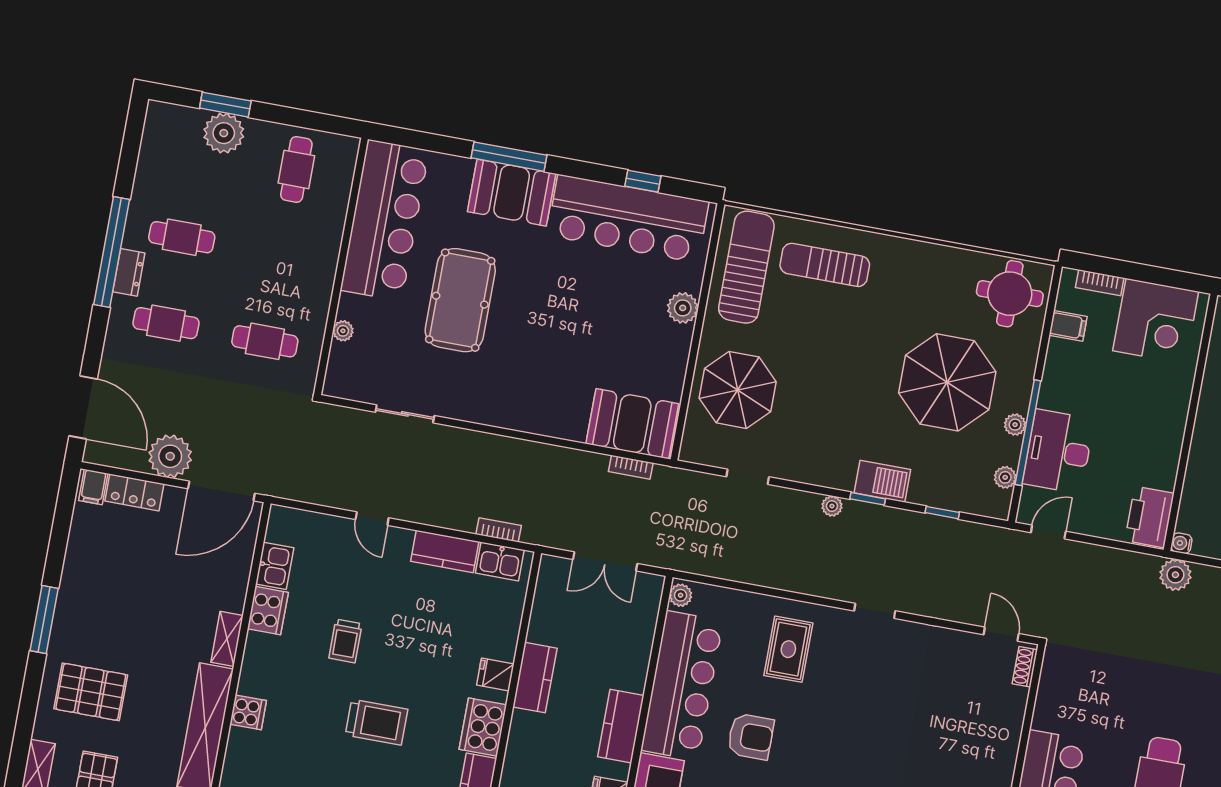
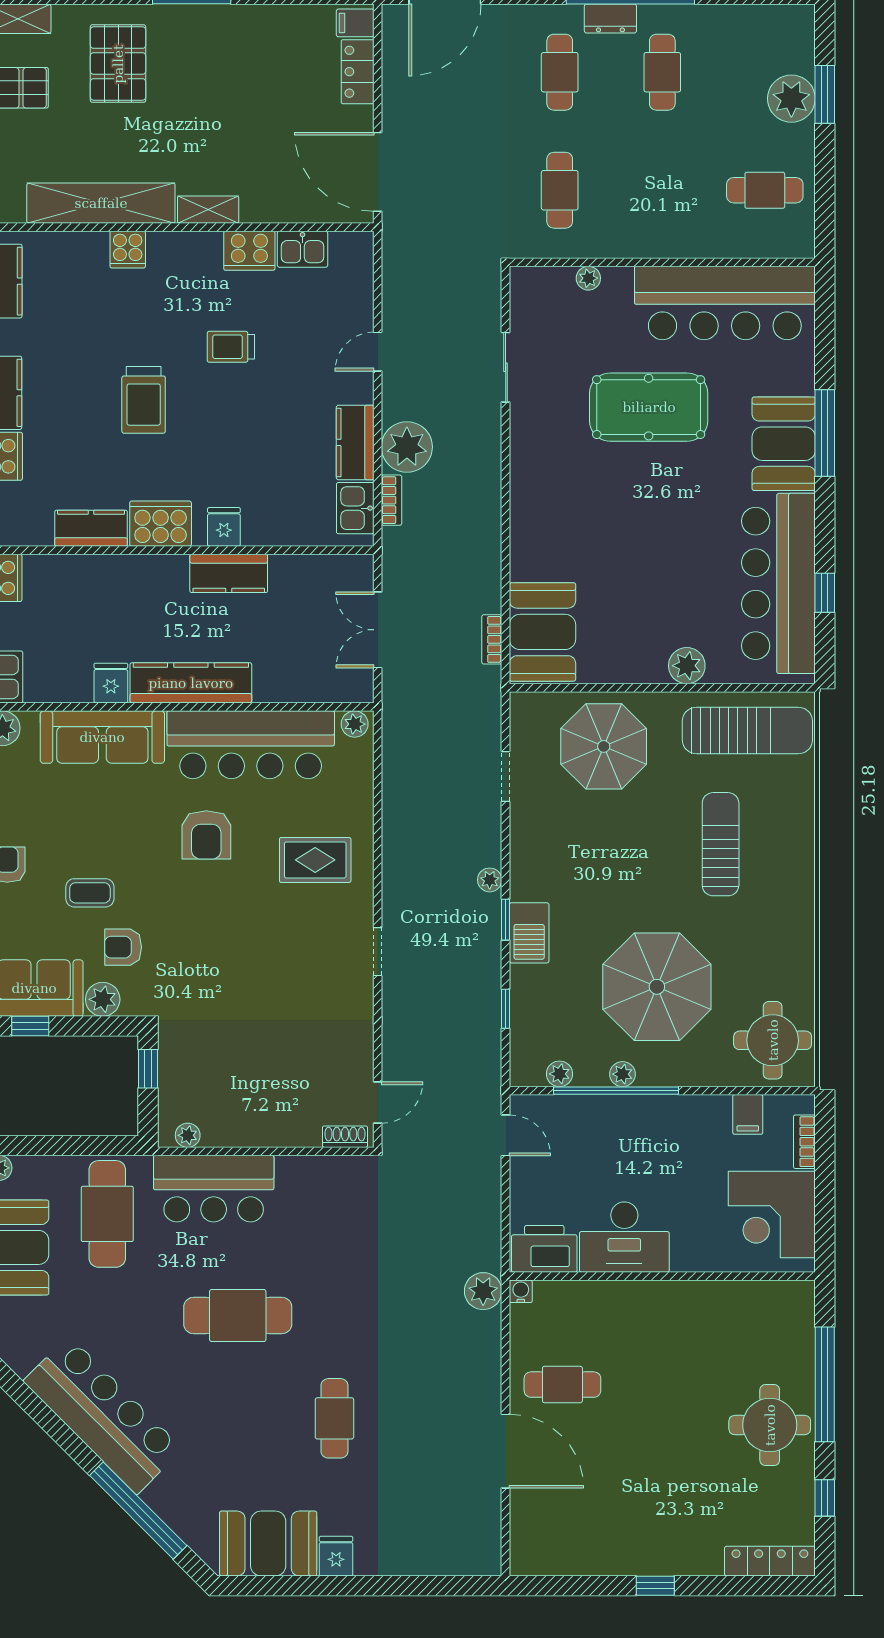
sun lounger: (825, 265) -> (721, 844), moved
desk: (1058, 451) -> (624, 1237), moved, turned 180
plant: (170, 456) -> (407, 447), moved
kitchen counter: (621, 726) -> (191, 683), width x1.50

